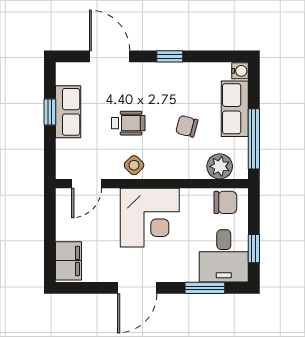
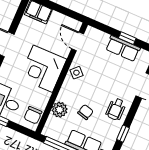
window: (170, 56) -> (123, 134), moved
wheelchair: (128, 123) -> (116, 109), moved
plant: (220, 166) -> (60, 110), moved

